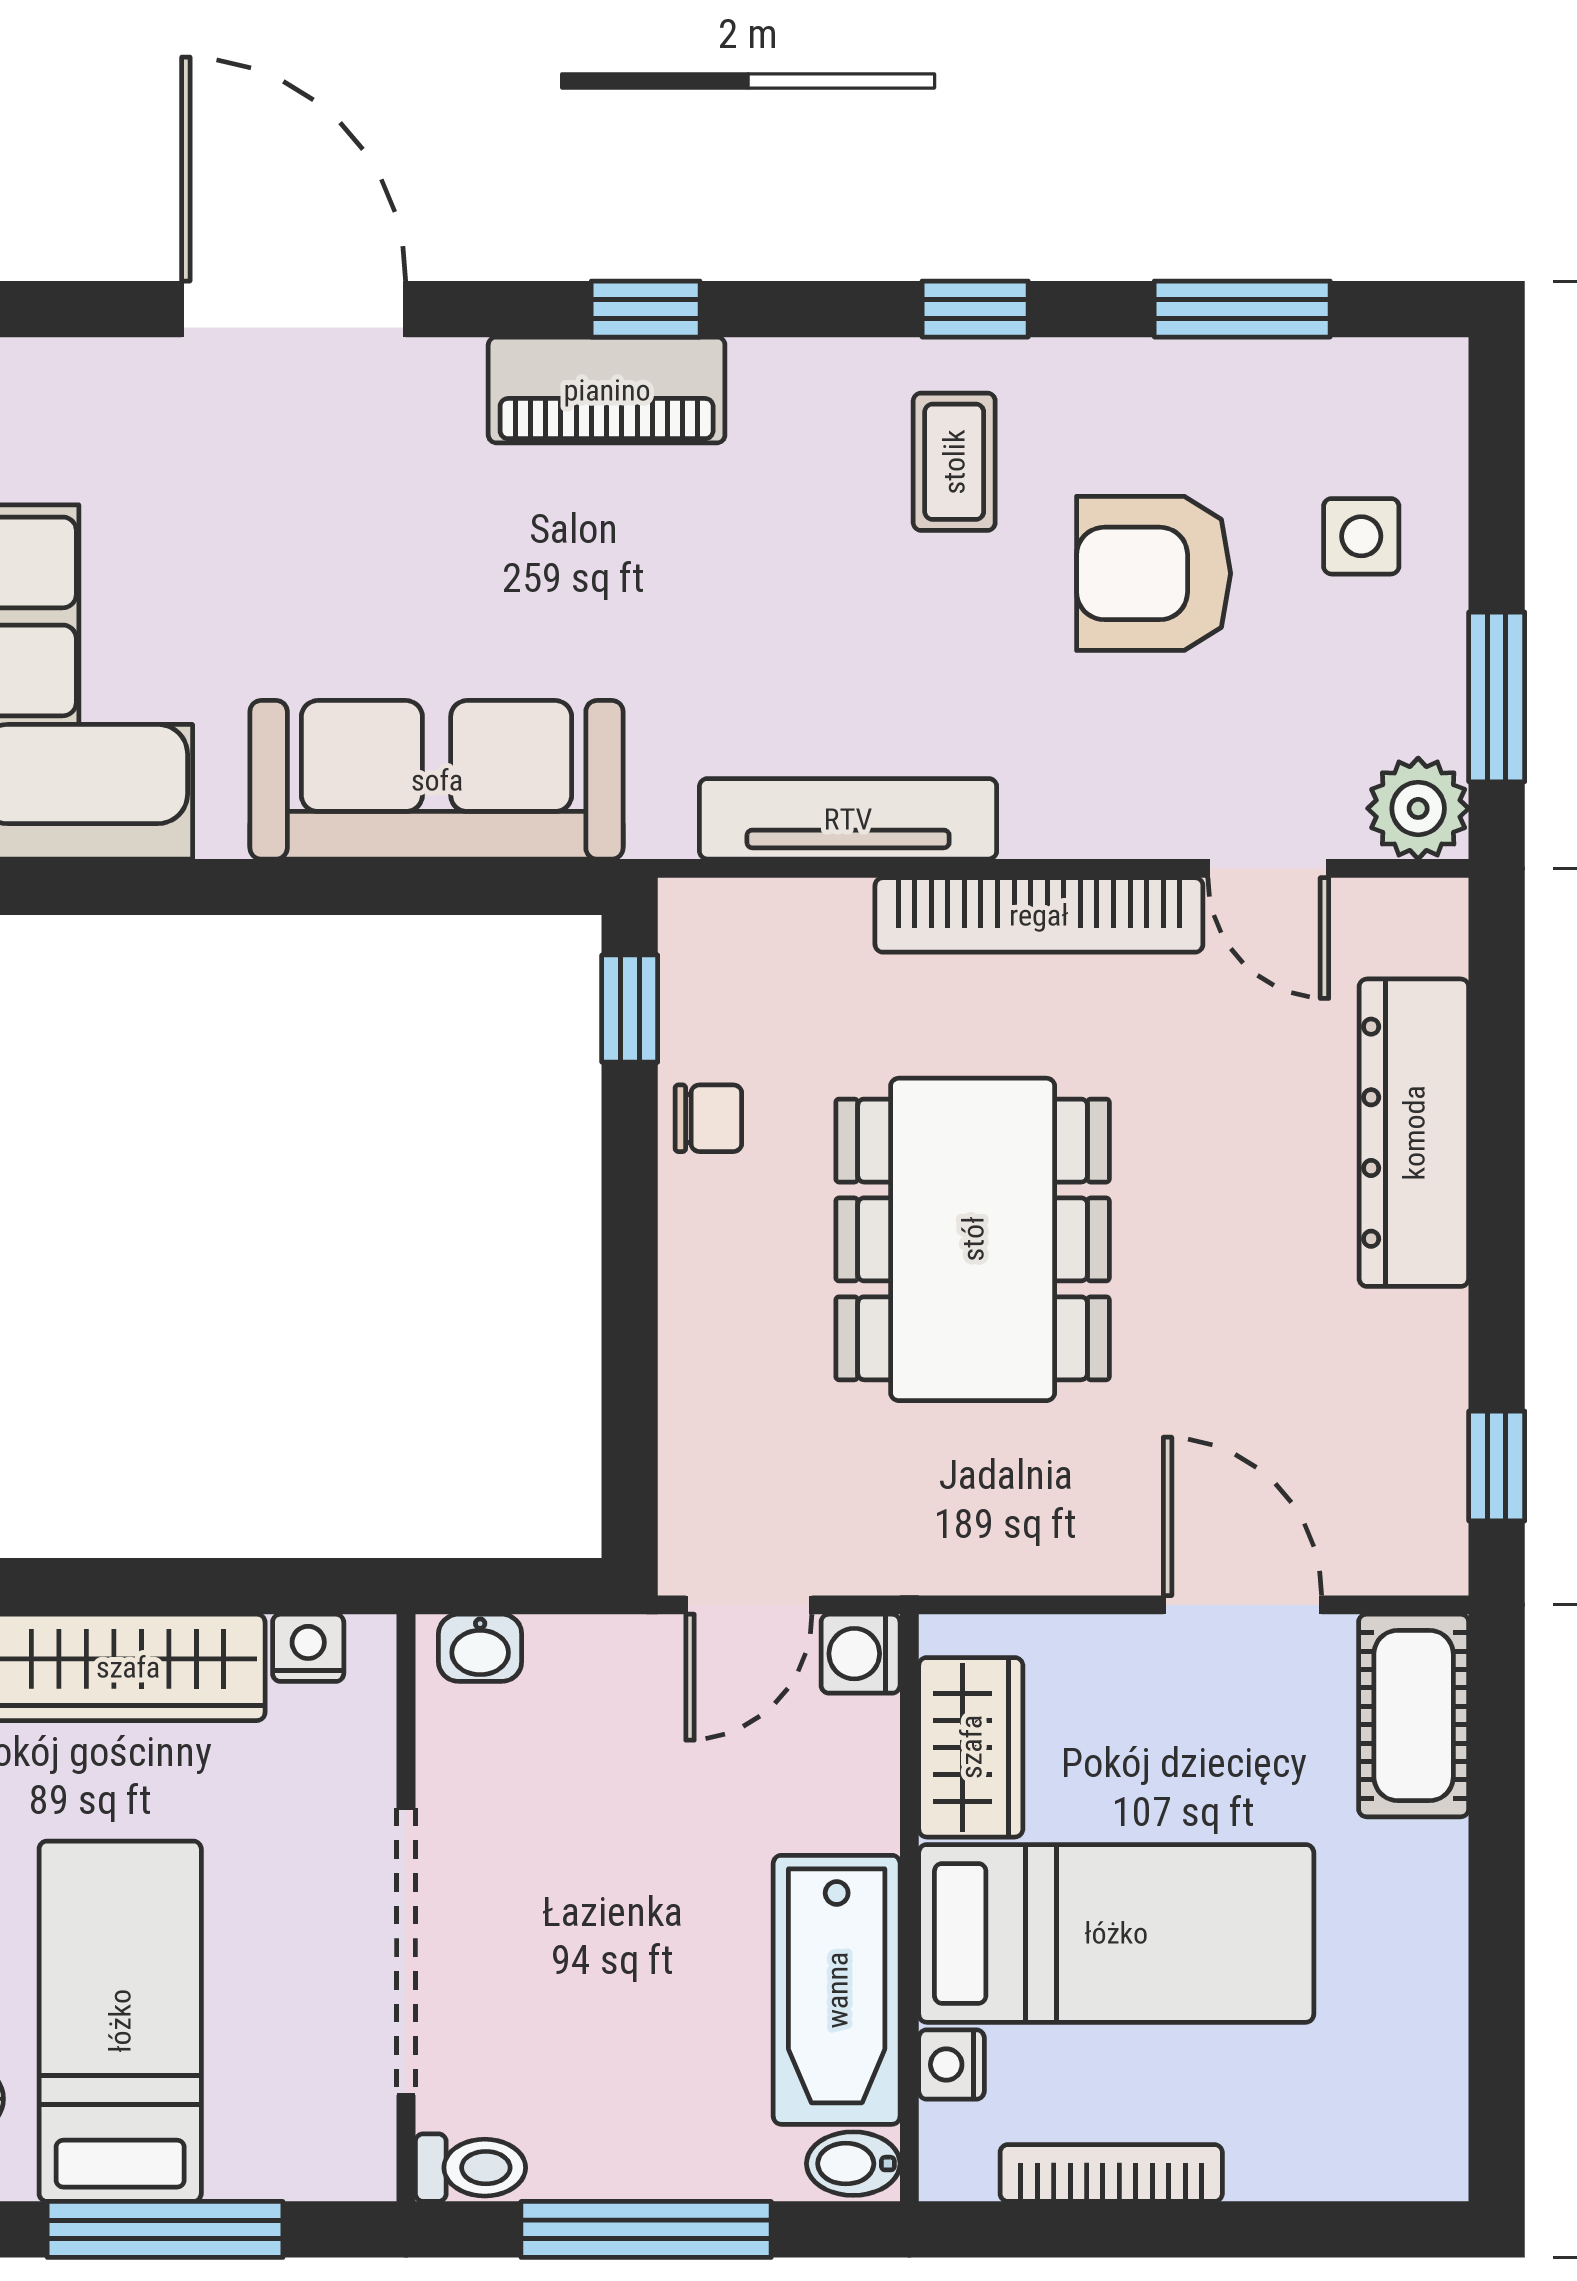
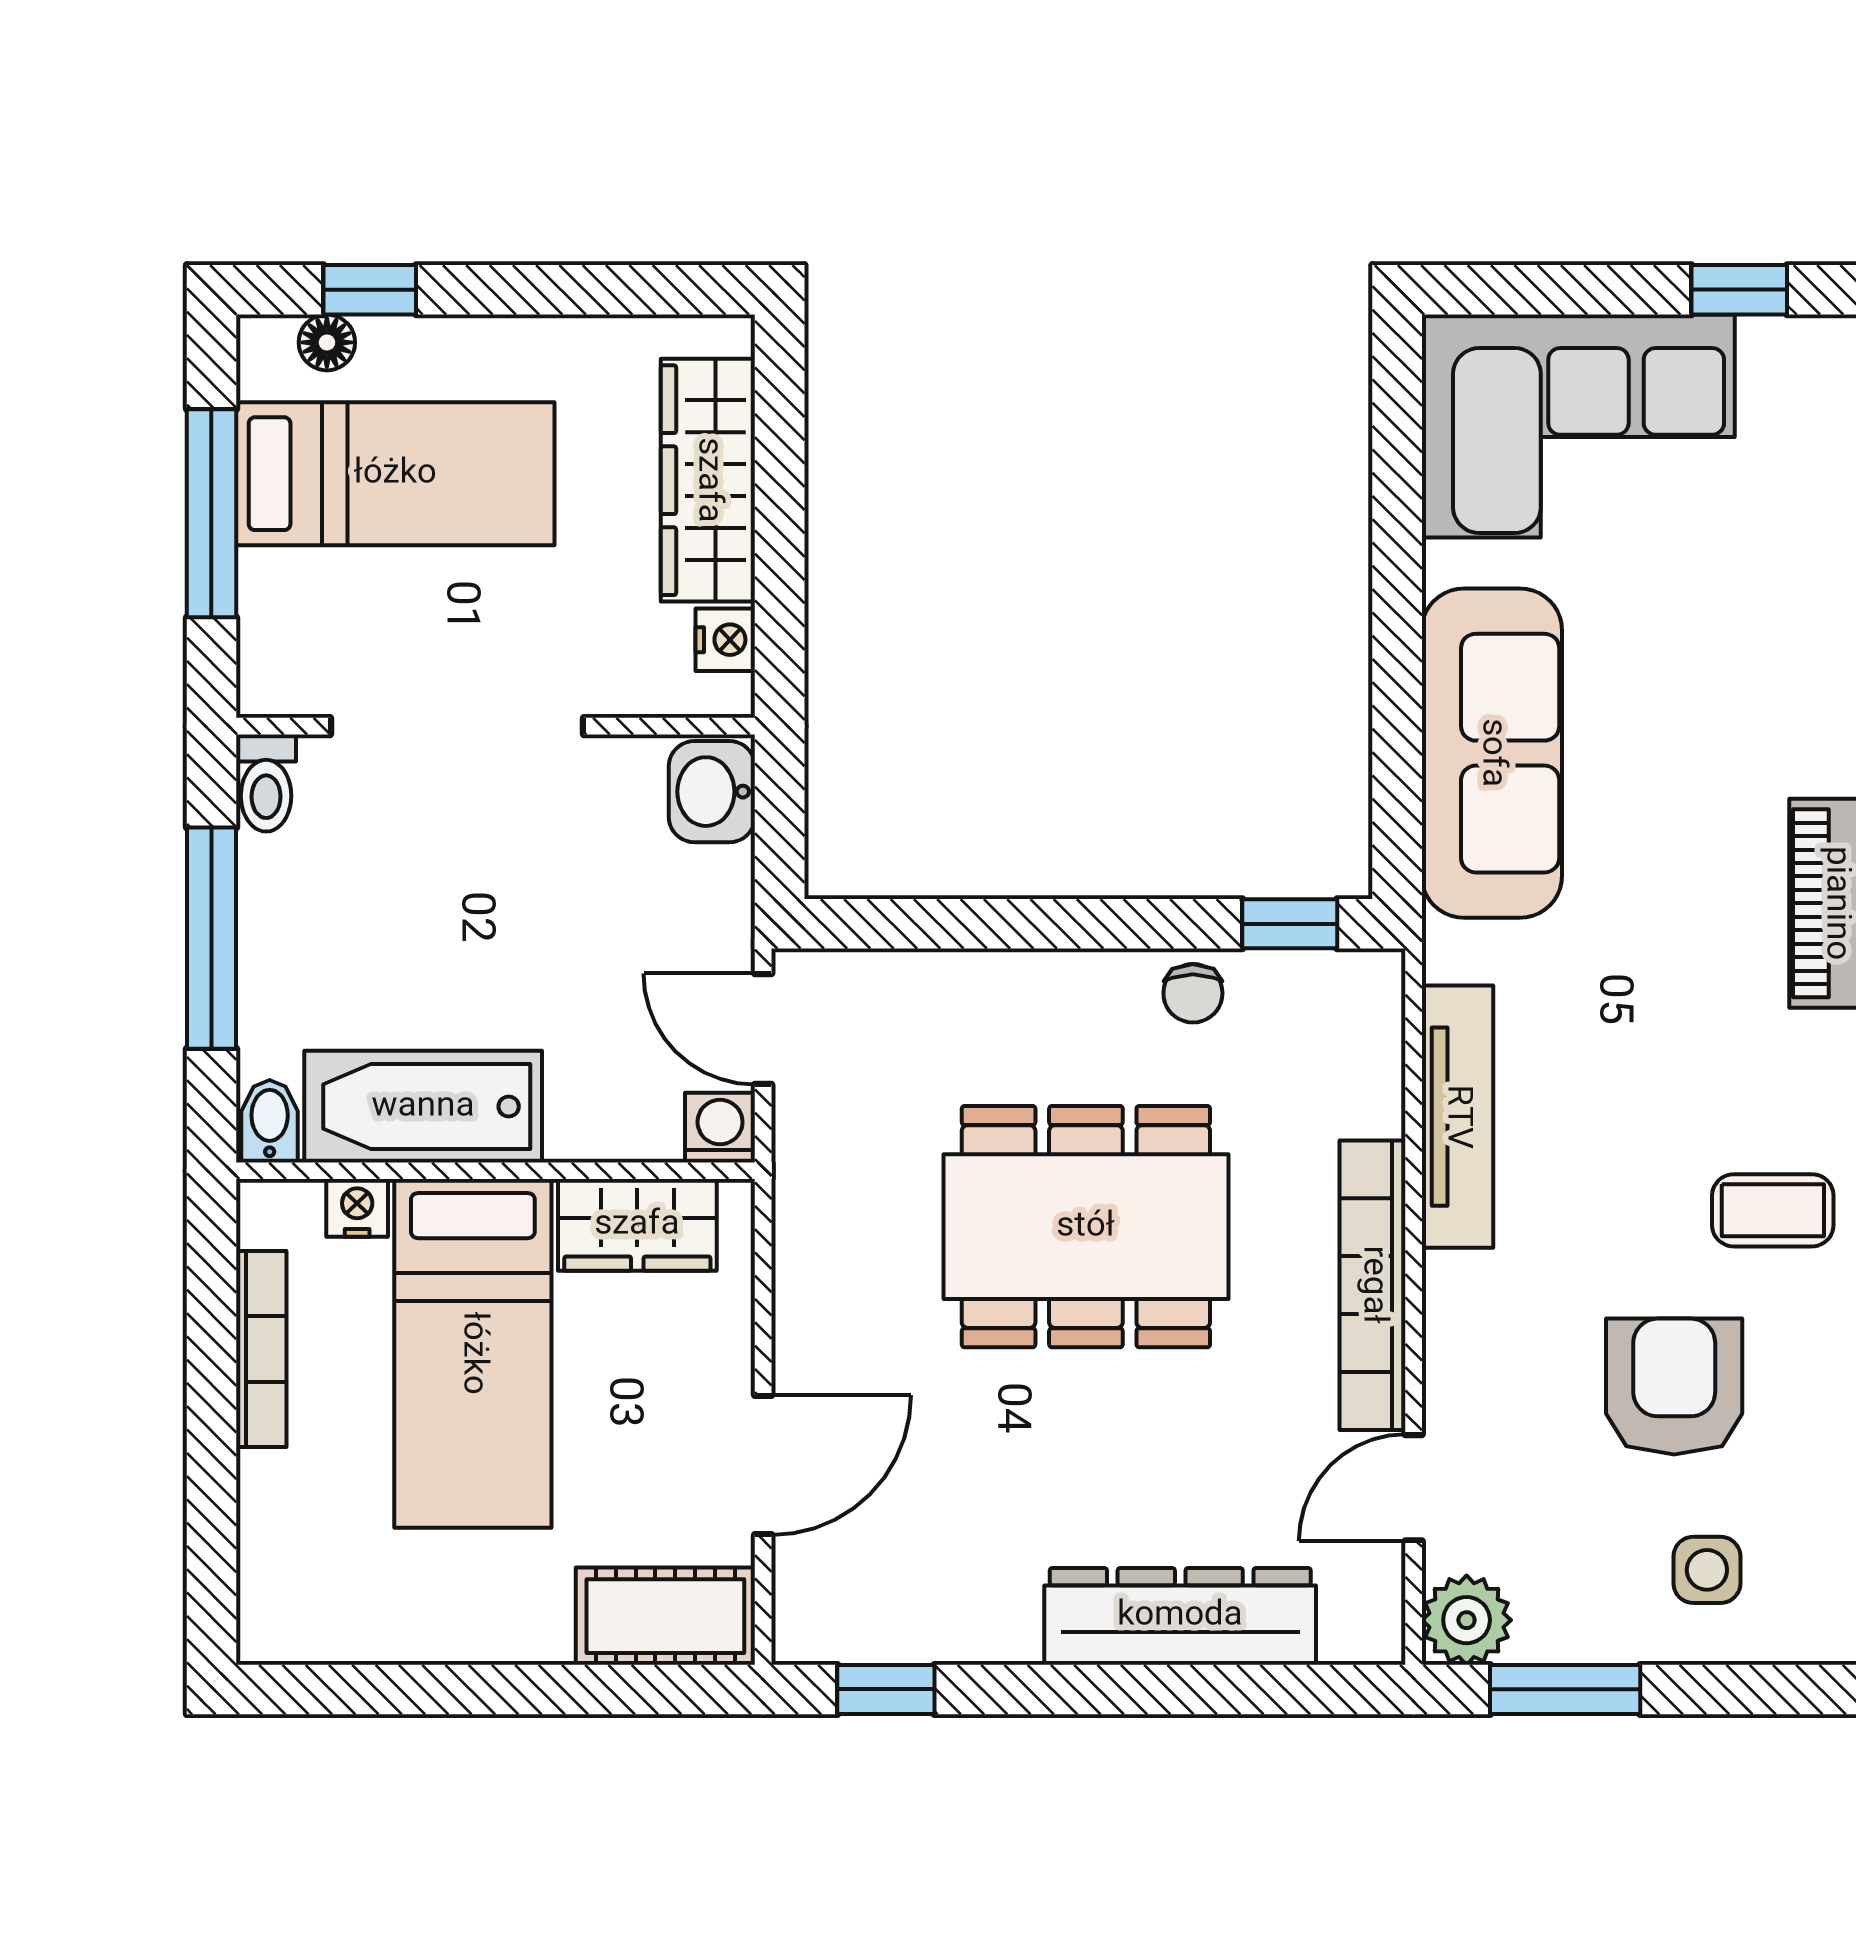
washbasin: (480, 1648) -> (712, 792), width x1.38, depth x1.45

